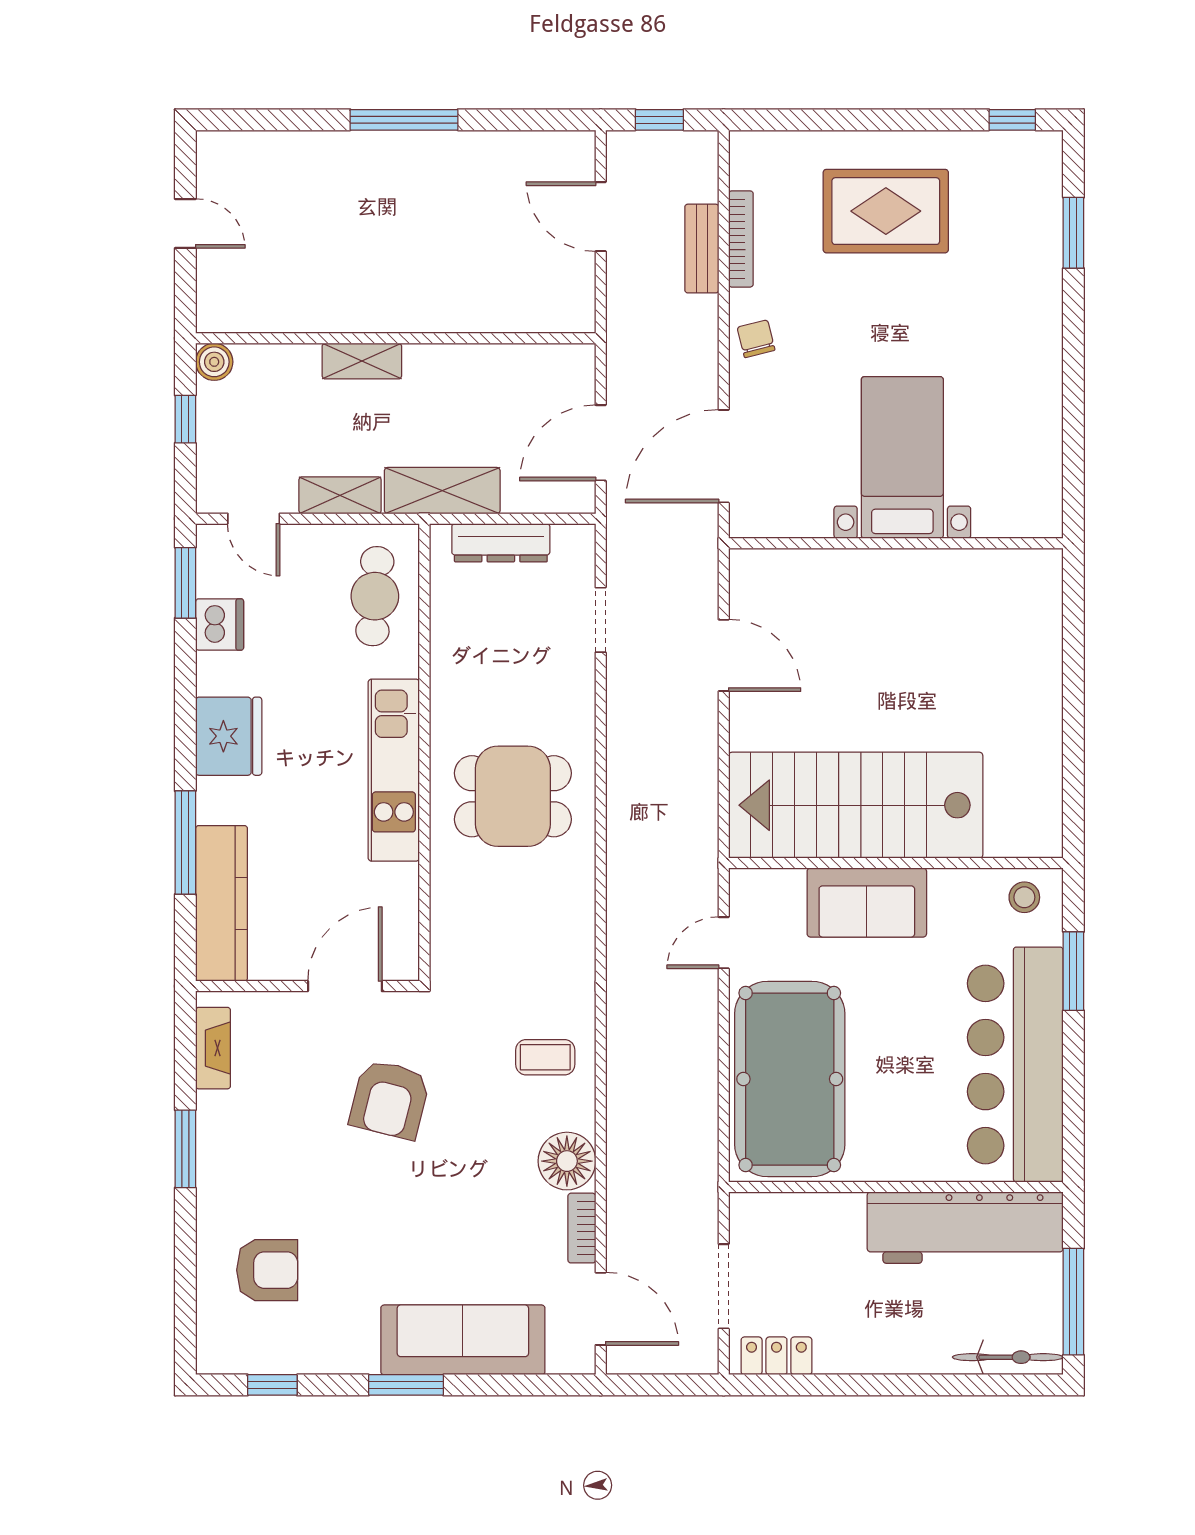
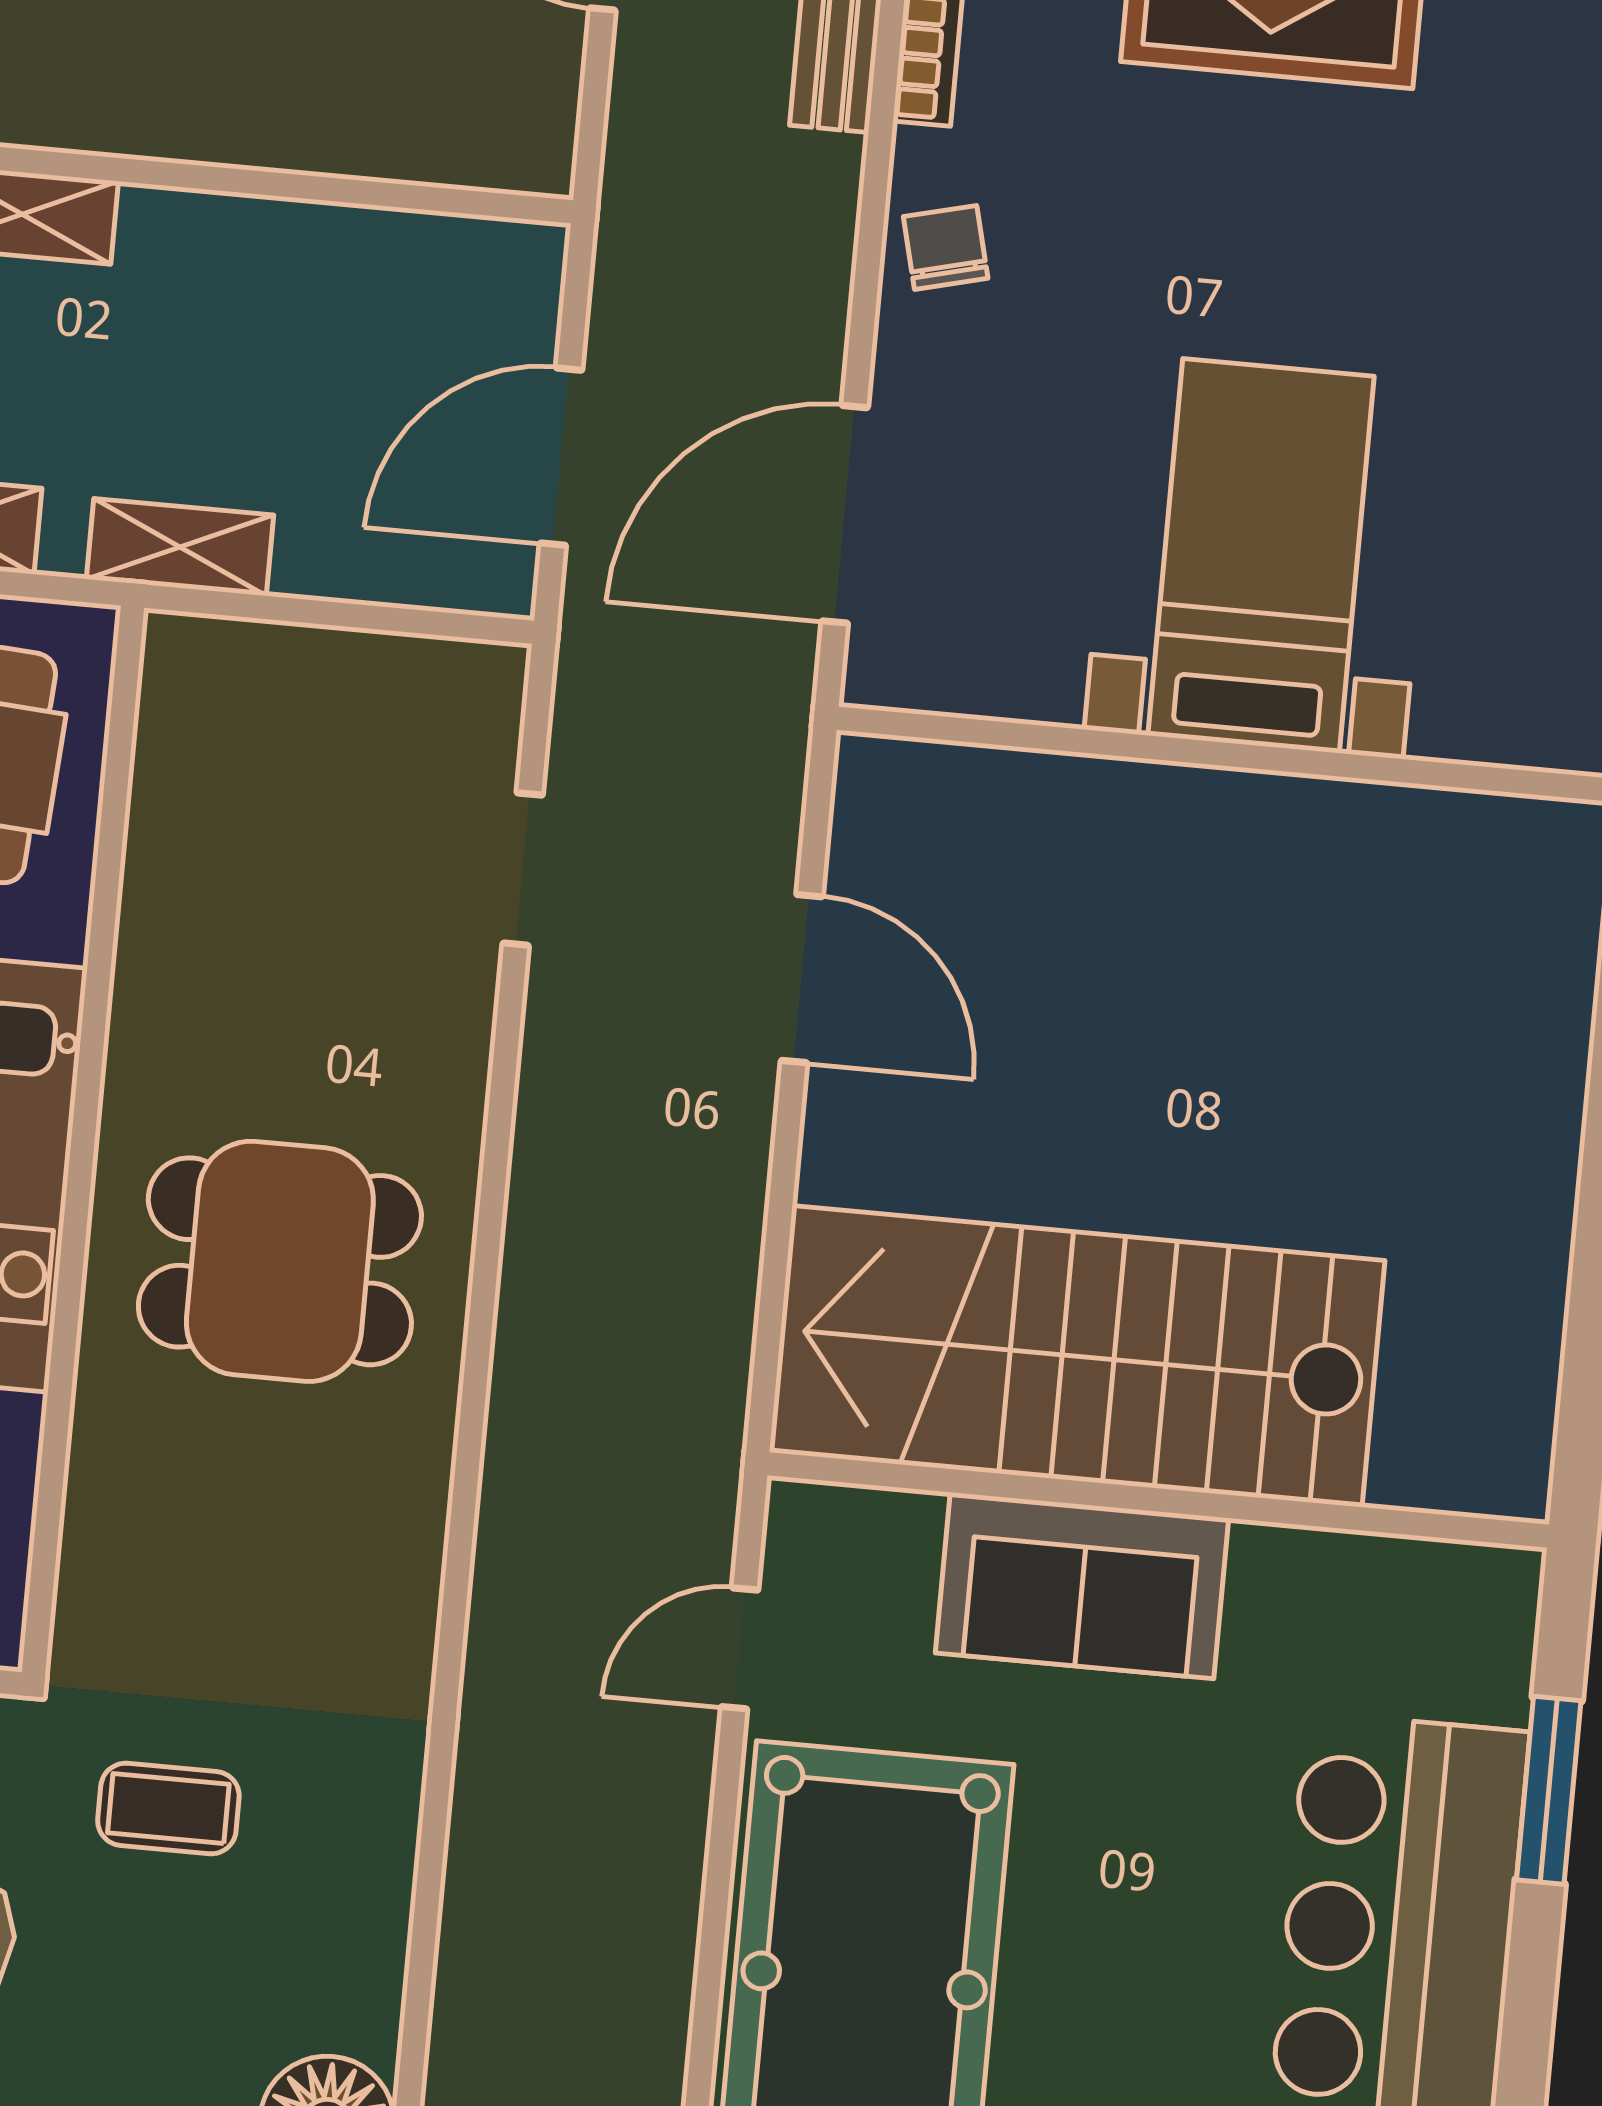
shelving: (442, 491) -> (180, 547), width x0.67, depth x0.75
dresser: (501, 543) -> (307, 668), removed
stool: (1024, 897) -> (1450, 1607), removed
coffee table: (545, 1057) -> (168, 1808), moved

